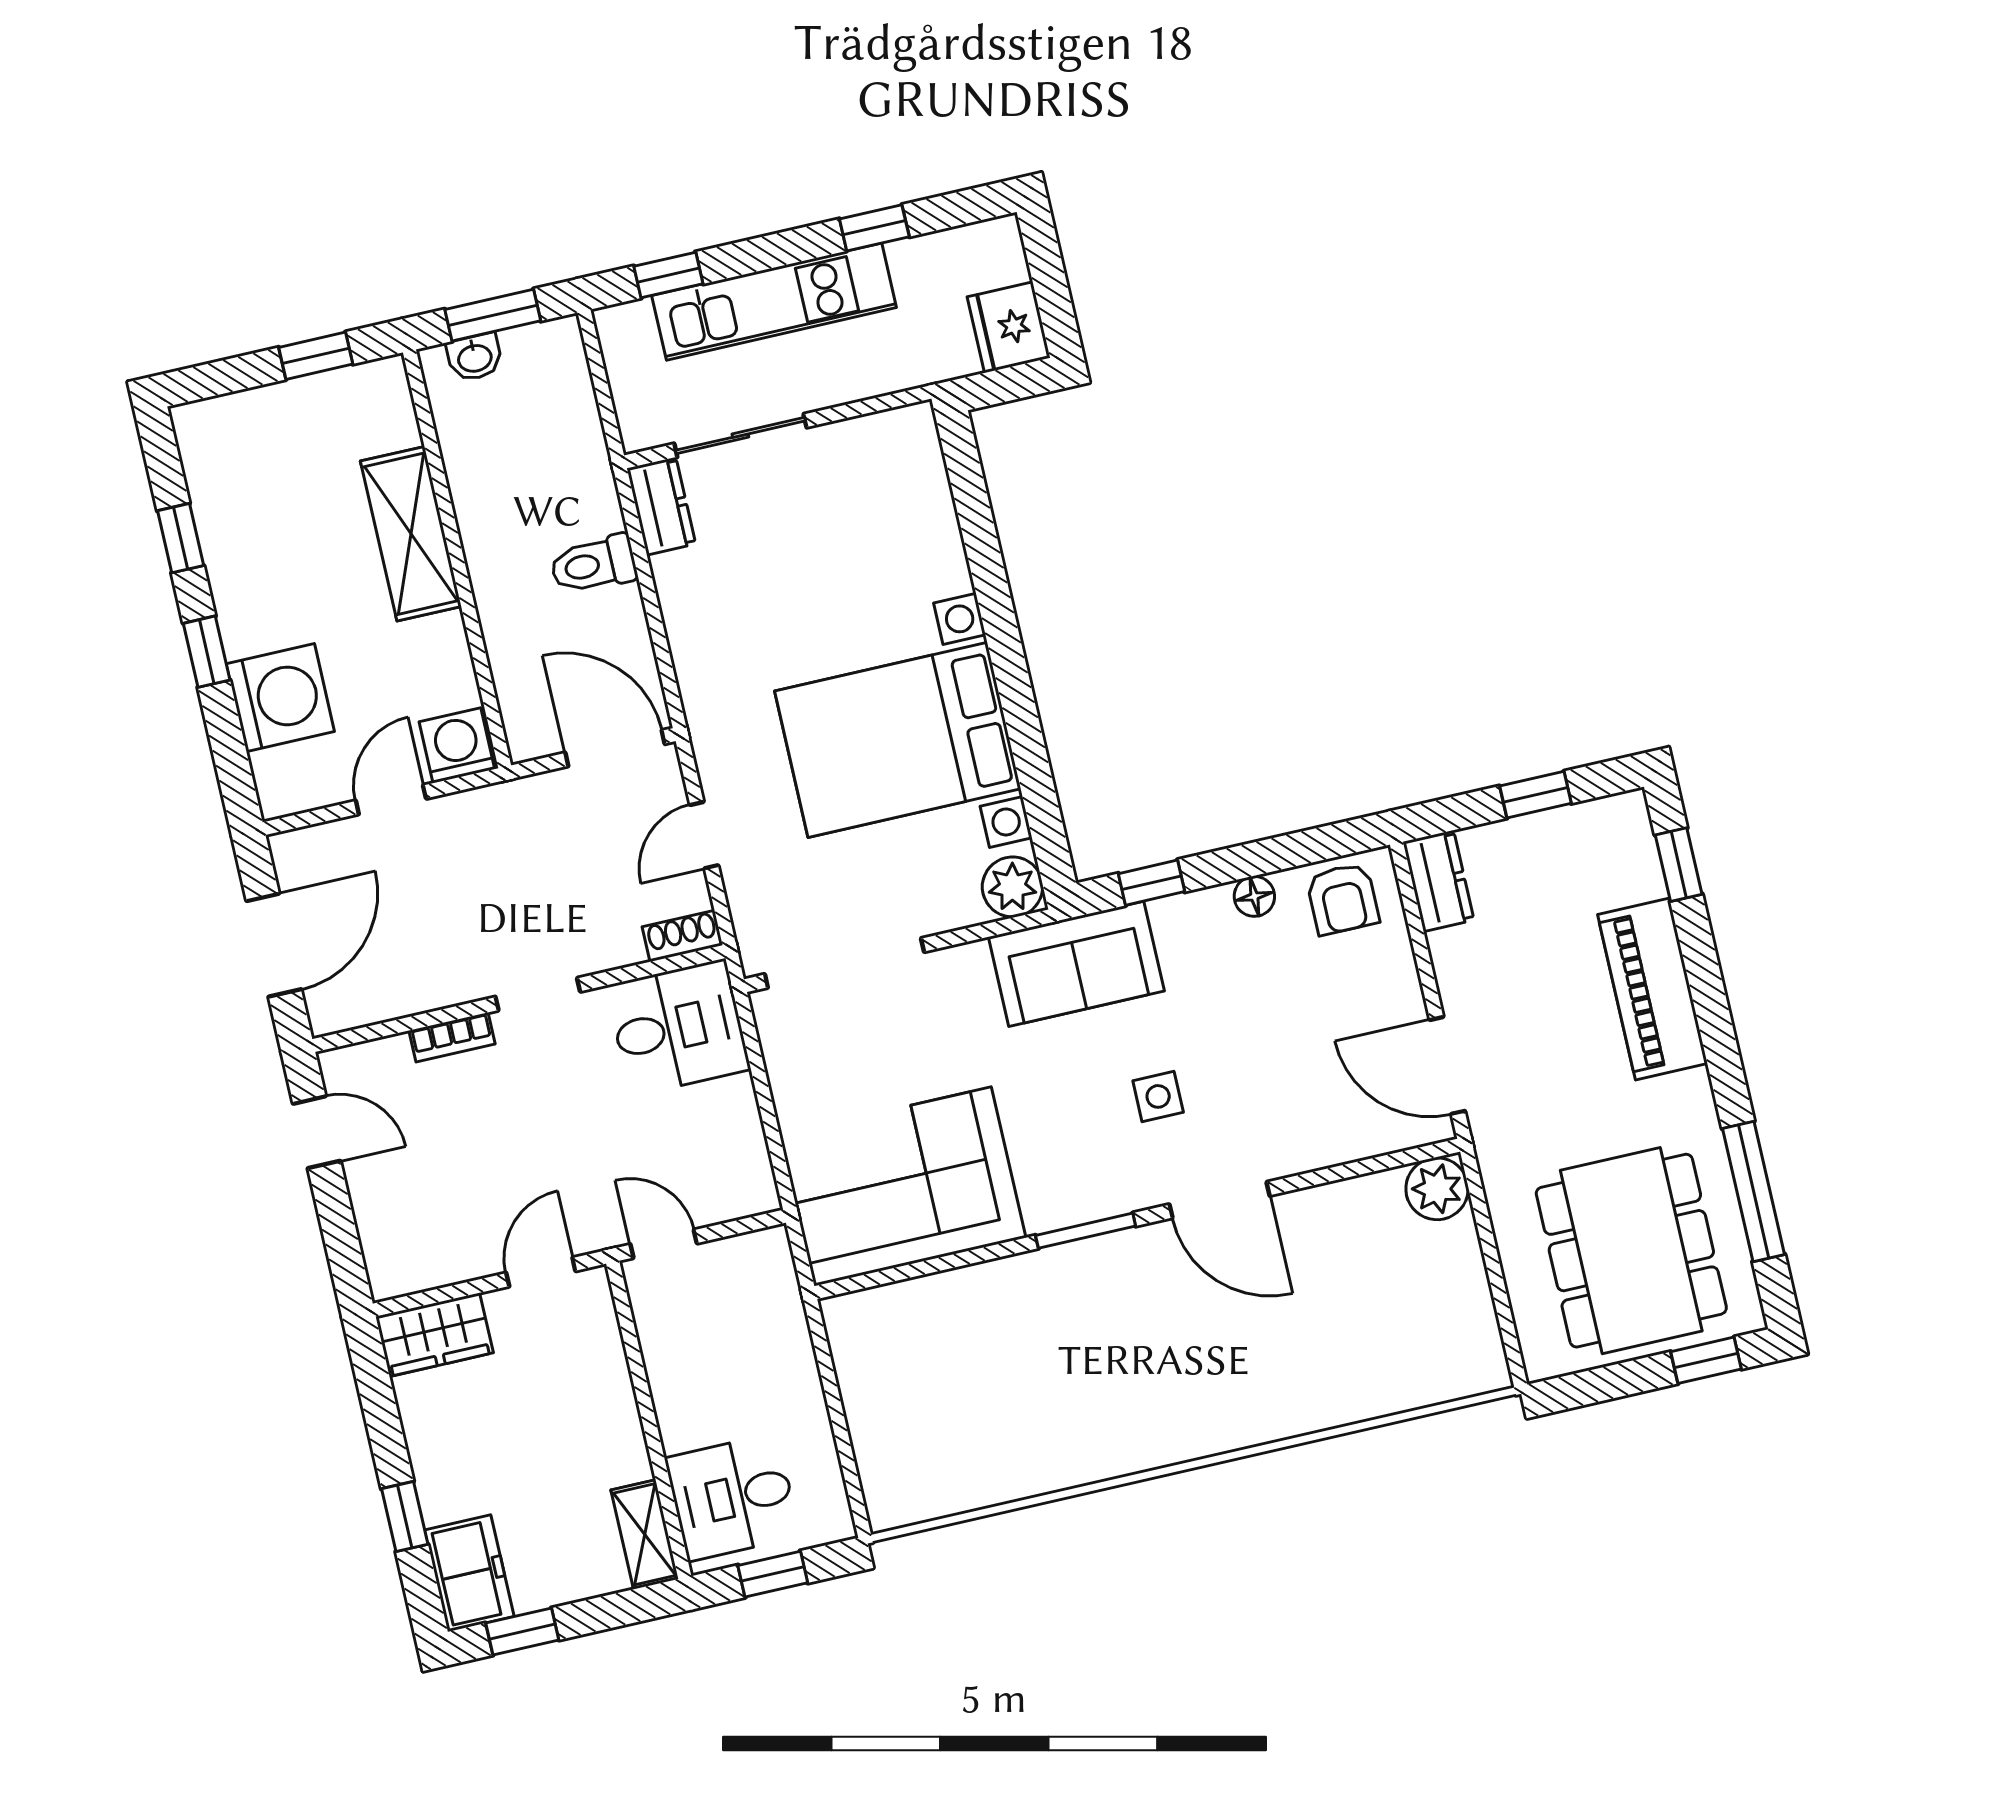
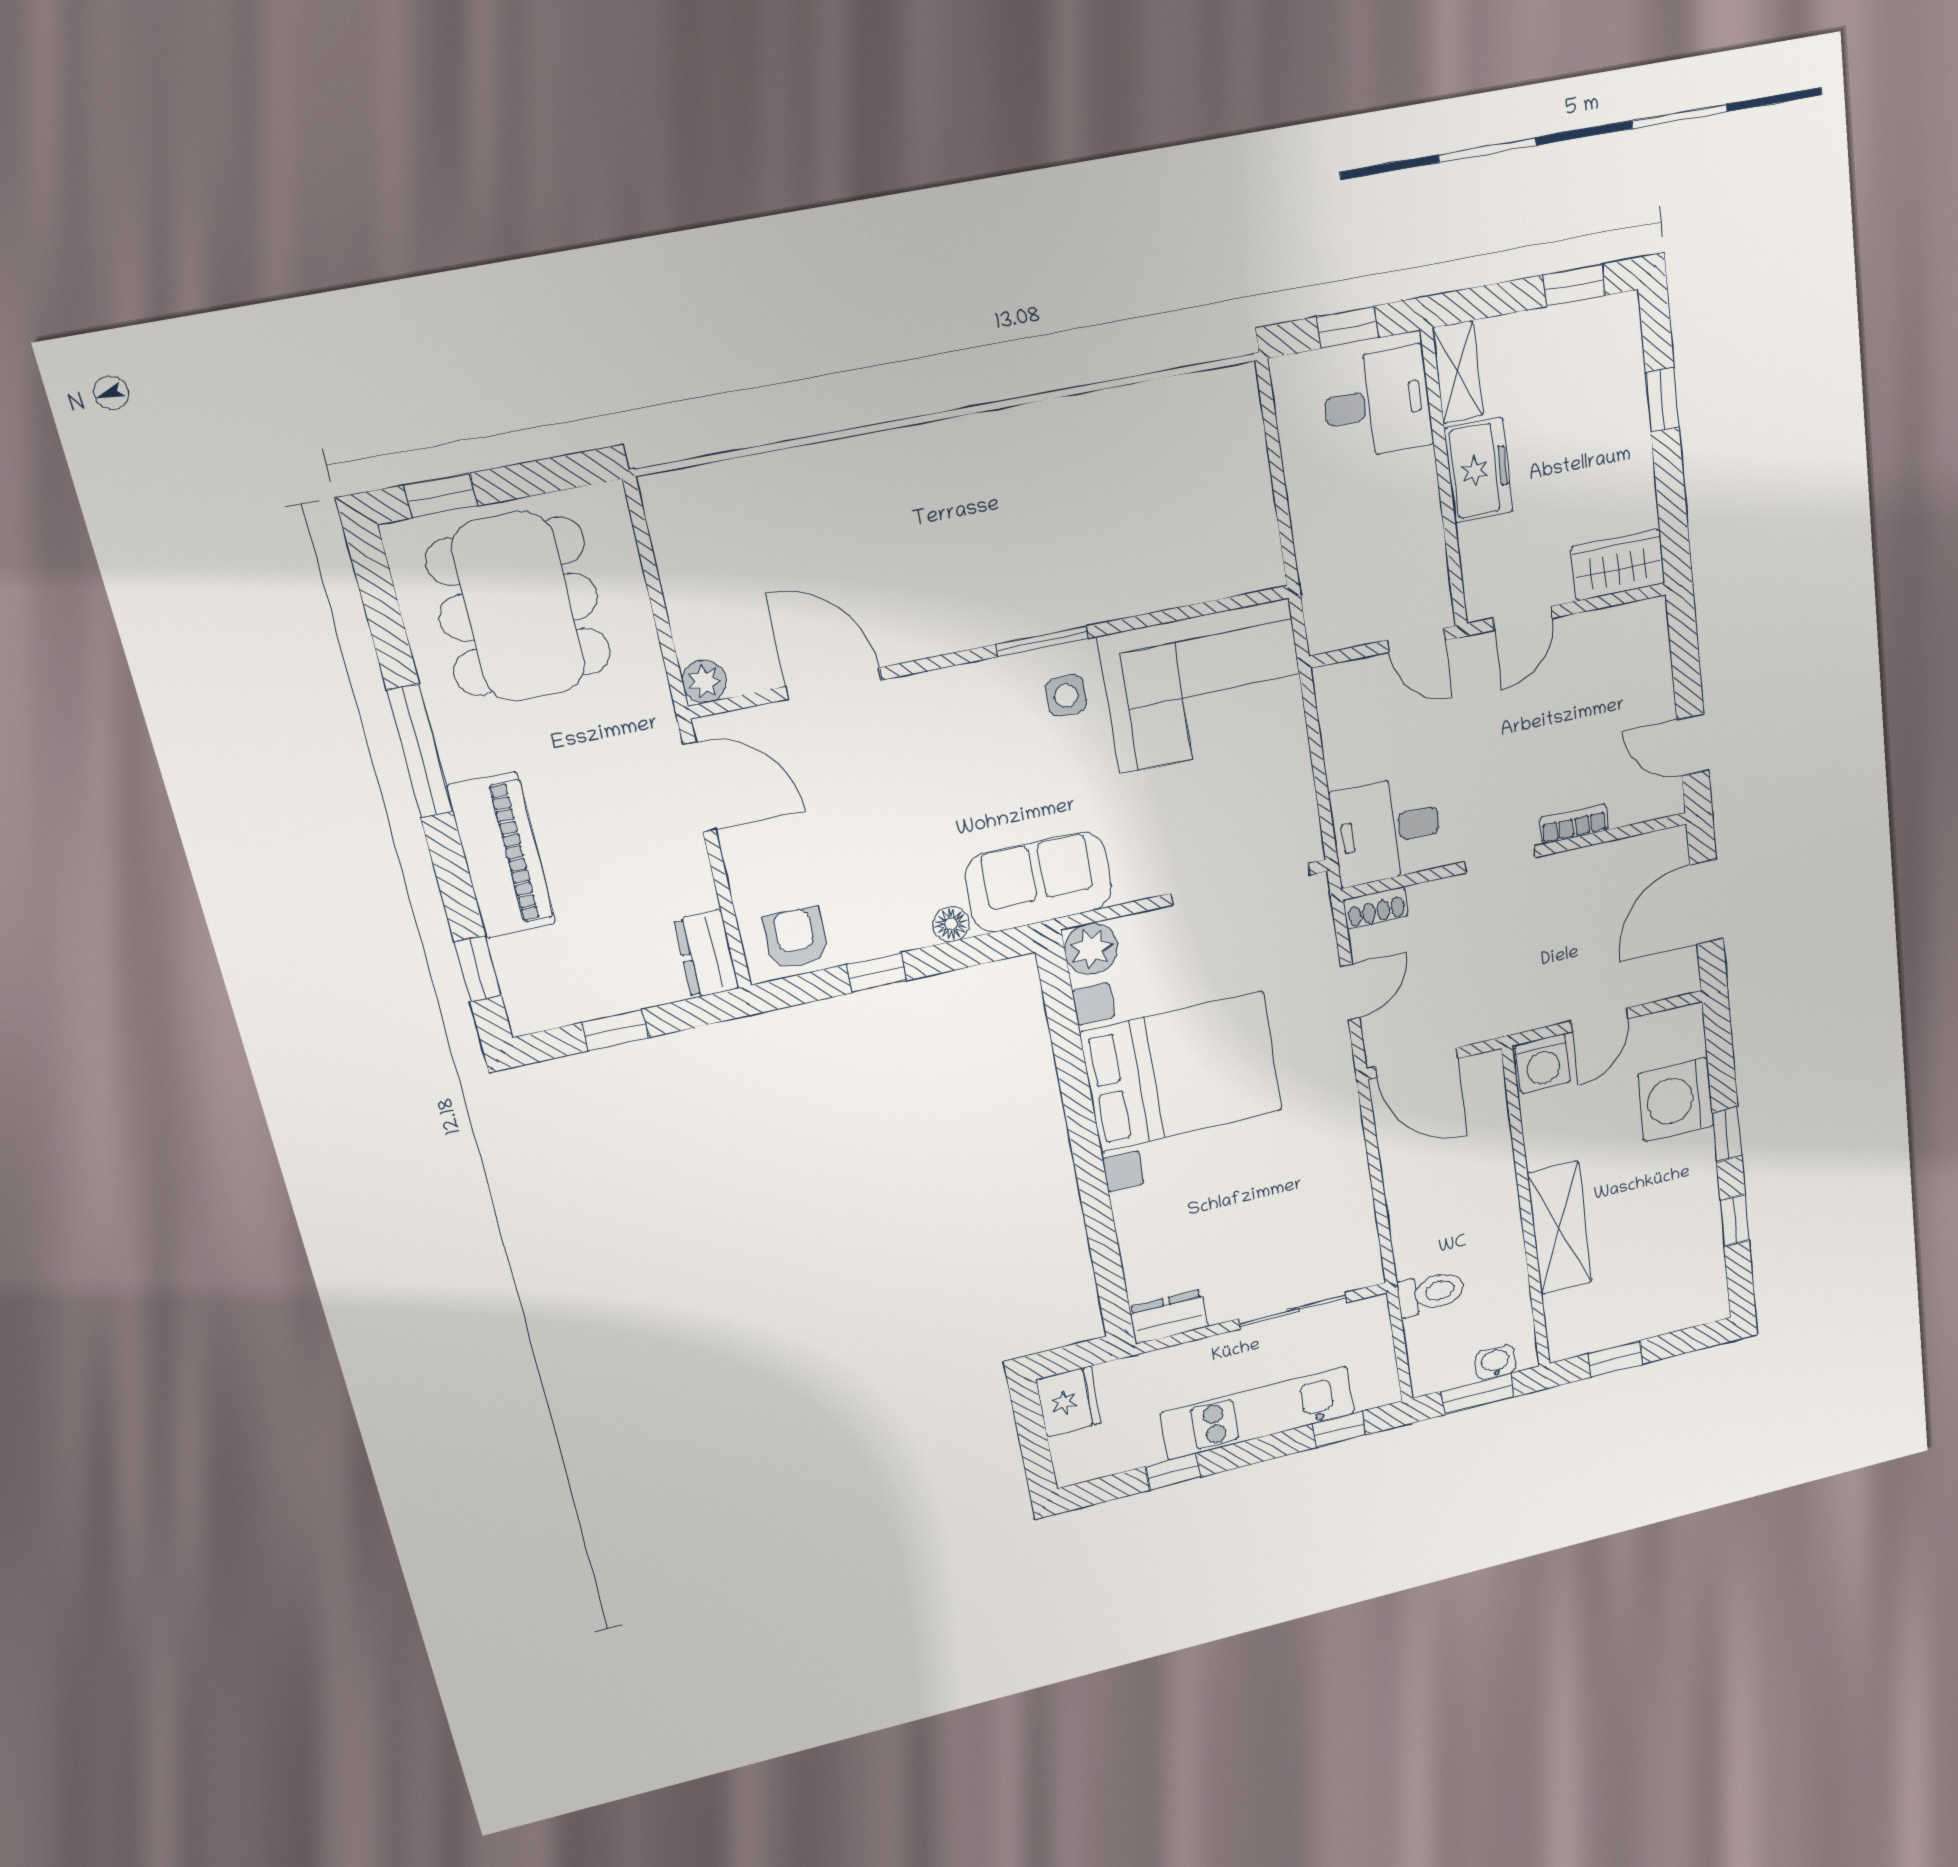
dresser: (661, 506) -> (1169, 1317), moved, turned 90
toilet: (593, 564) -> (1431, 1293), moved
window: (1152, 883) -> (877, 973), moved
floor lamp: (1254, 896) -> (951, 924), moved
side table: (1158, 1096) -> (1066, 696), moved
plant: (1437, 1189) -> (704, 681), width x0.73, depth x0.73
window: (1753, 1191) -> (420, 751), moved
door: (1219, 1200) -> (834, 683), moved
freezer: (469, 1573) -> (1479, 470), moved, turned 180

